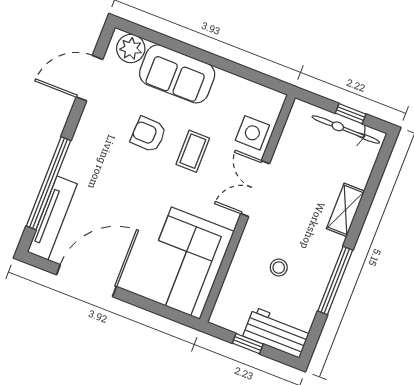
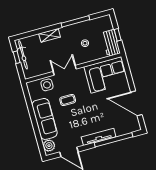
sofa: (177, 74) -> (45, 119), width x1.36
armchair: (148, 134) -> (73, 119), removed
double door: (255, 189) -> (65, 70), swing flipped
tv unit: (52, 218) -> (99, 137), moved
workbench: (277, 332) -> (111, 43), moved

